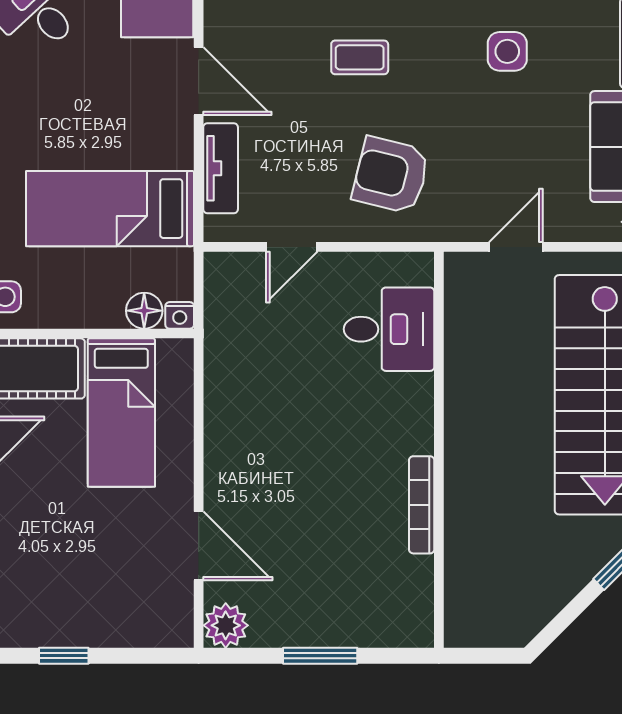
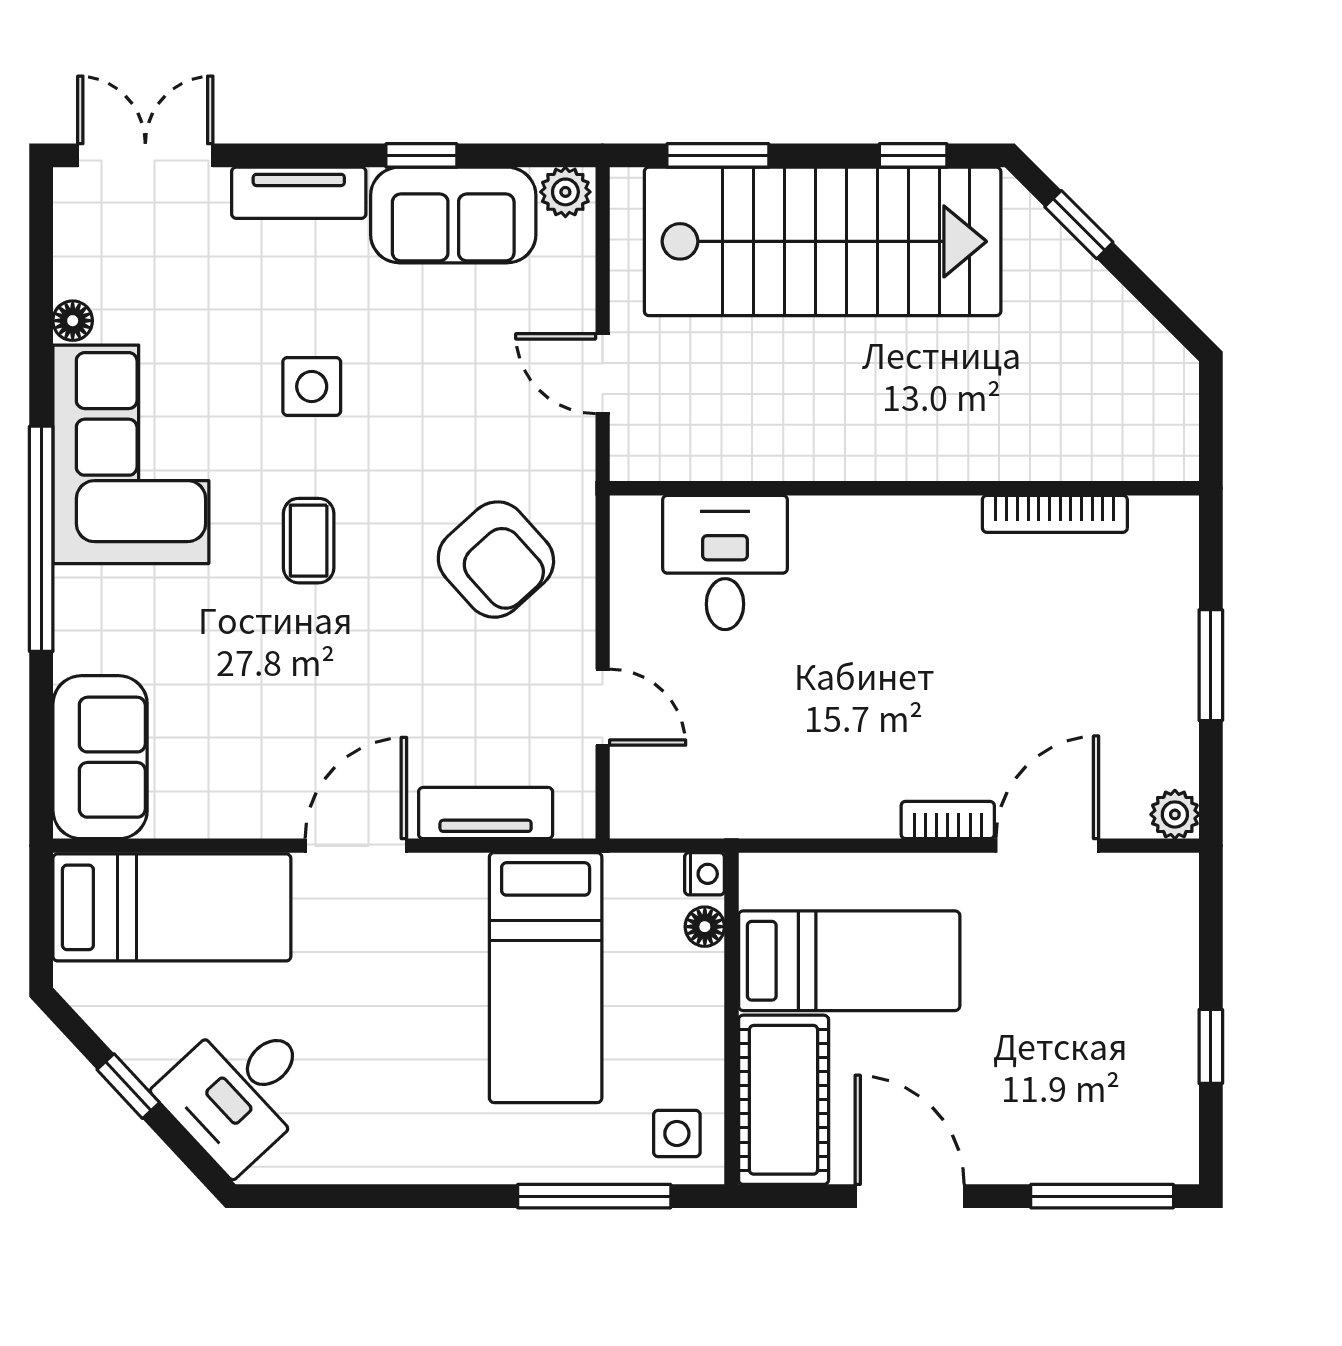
coffee table: (360, 57) -> (309, 541), moved
armchair: (391, 175) -> (496, 560), turned -56
floor lamp: (144, 311) -> (705, 927), width x0.73, depth x0.73
bookcase: (216, 479) -> (948, 820), added
bookcase: (422, 505) -> (1055, 514), moved
plant: (226, 625) -> (1175, 814), width x0.73, depth x0.73

